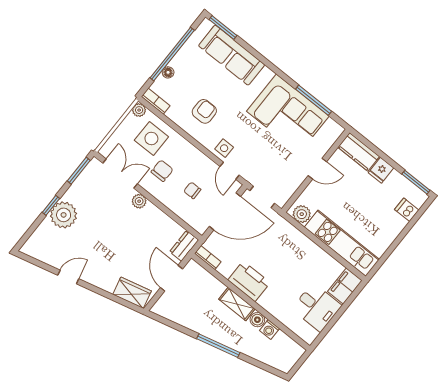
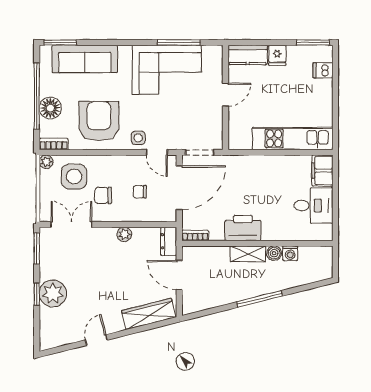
floor lamp: (168, 72) -> (50, 108), width x1.89, depth x1.89
armchair: (204, 111) -> (99, 121), width x1.88, depth x1.88
chair: (162, 171) -> (103, 195), turned -90
plant: (139, 201) -> (124, 234), moved
plant: (302, 214) -> (242, 141), removed
wardrobe: (132, 293) -> (149, 314), width x1.50

